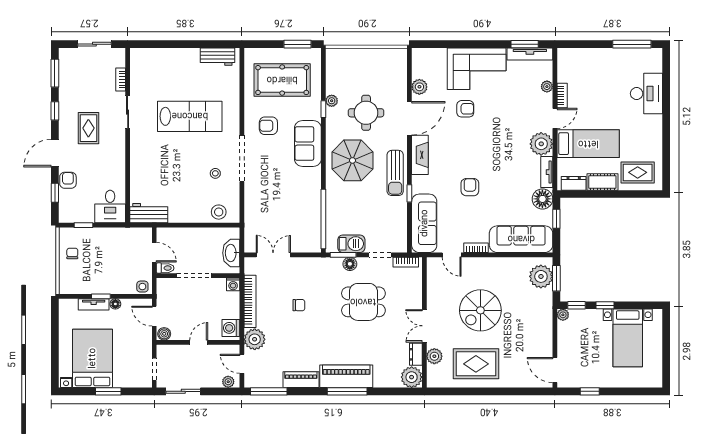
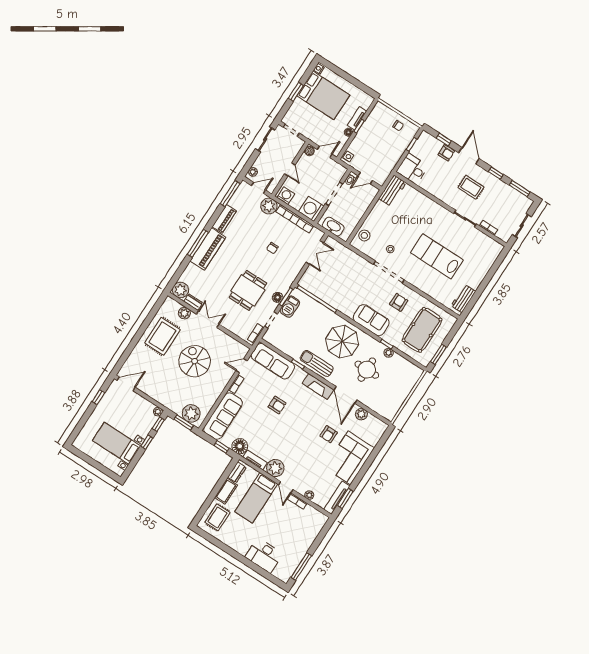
lab bench: (190, 116) -> (437, 256), turned 90
washing machine: (233, 284) -> (311, 209), width x1.89, depth x1.89

